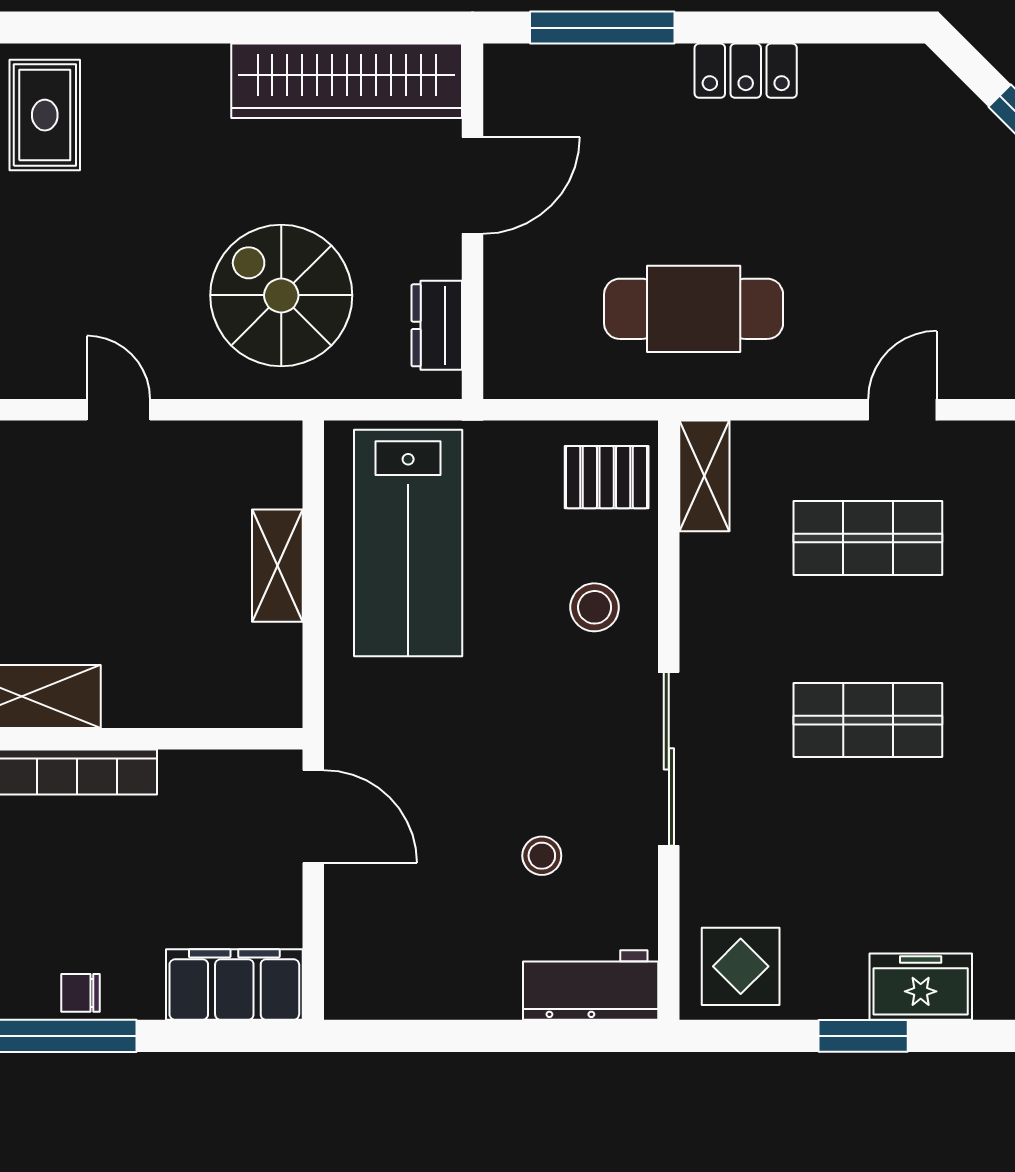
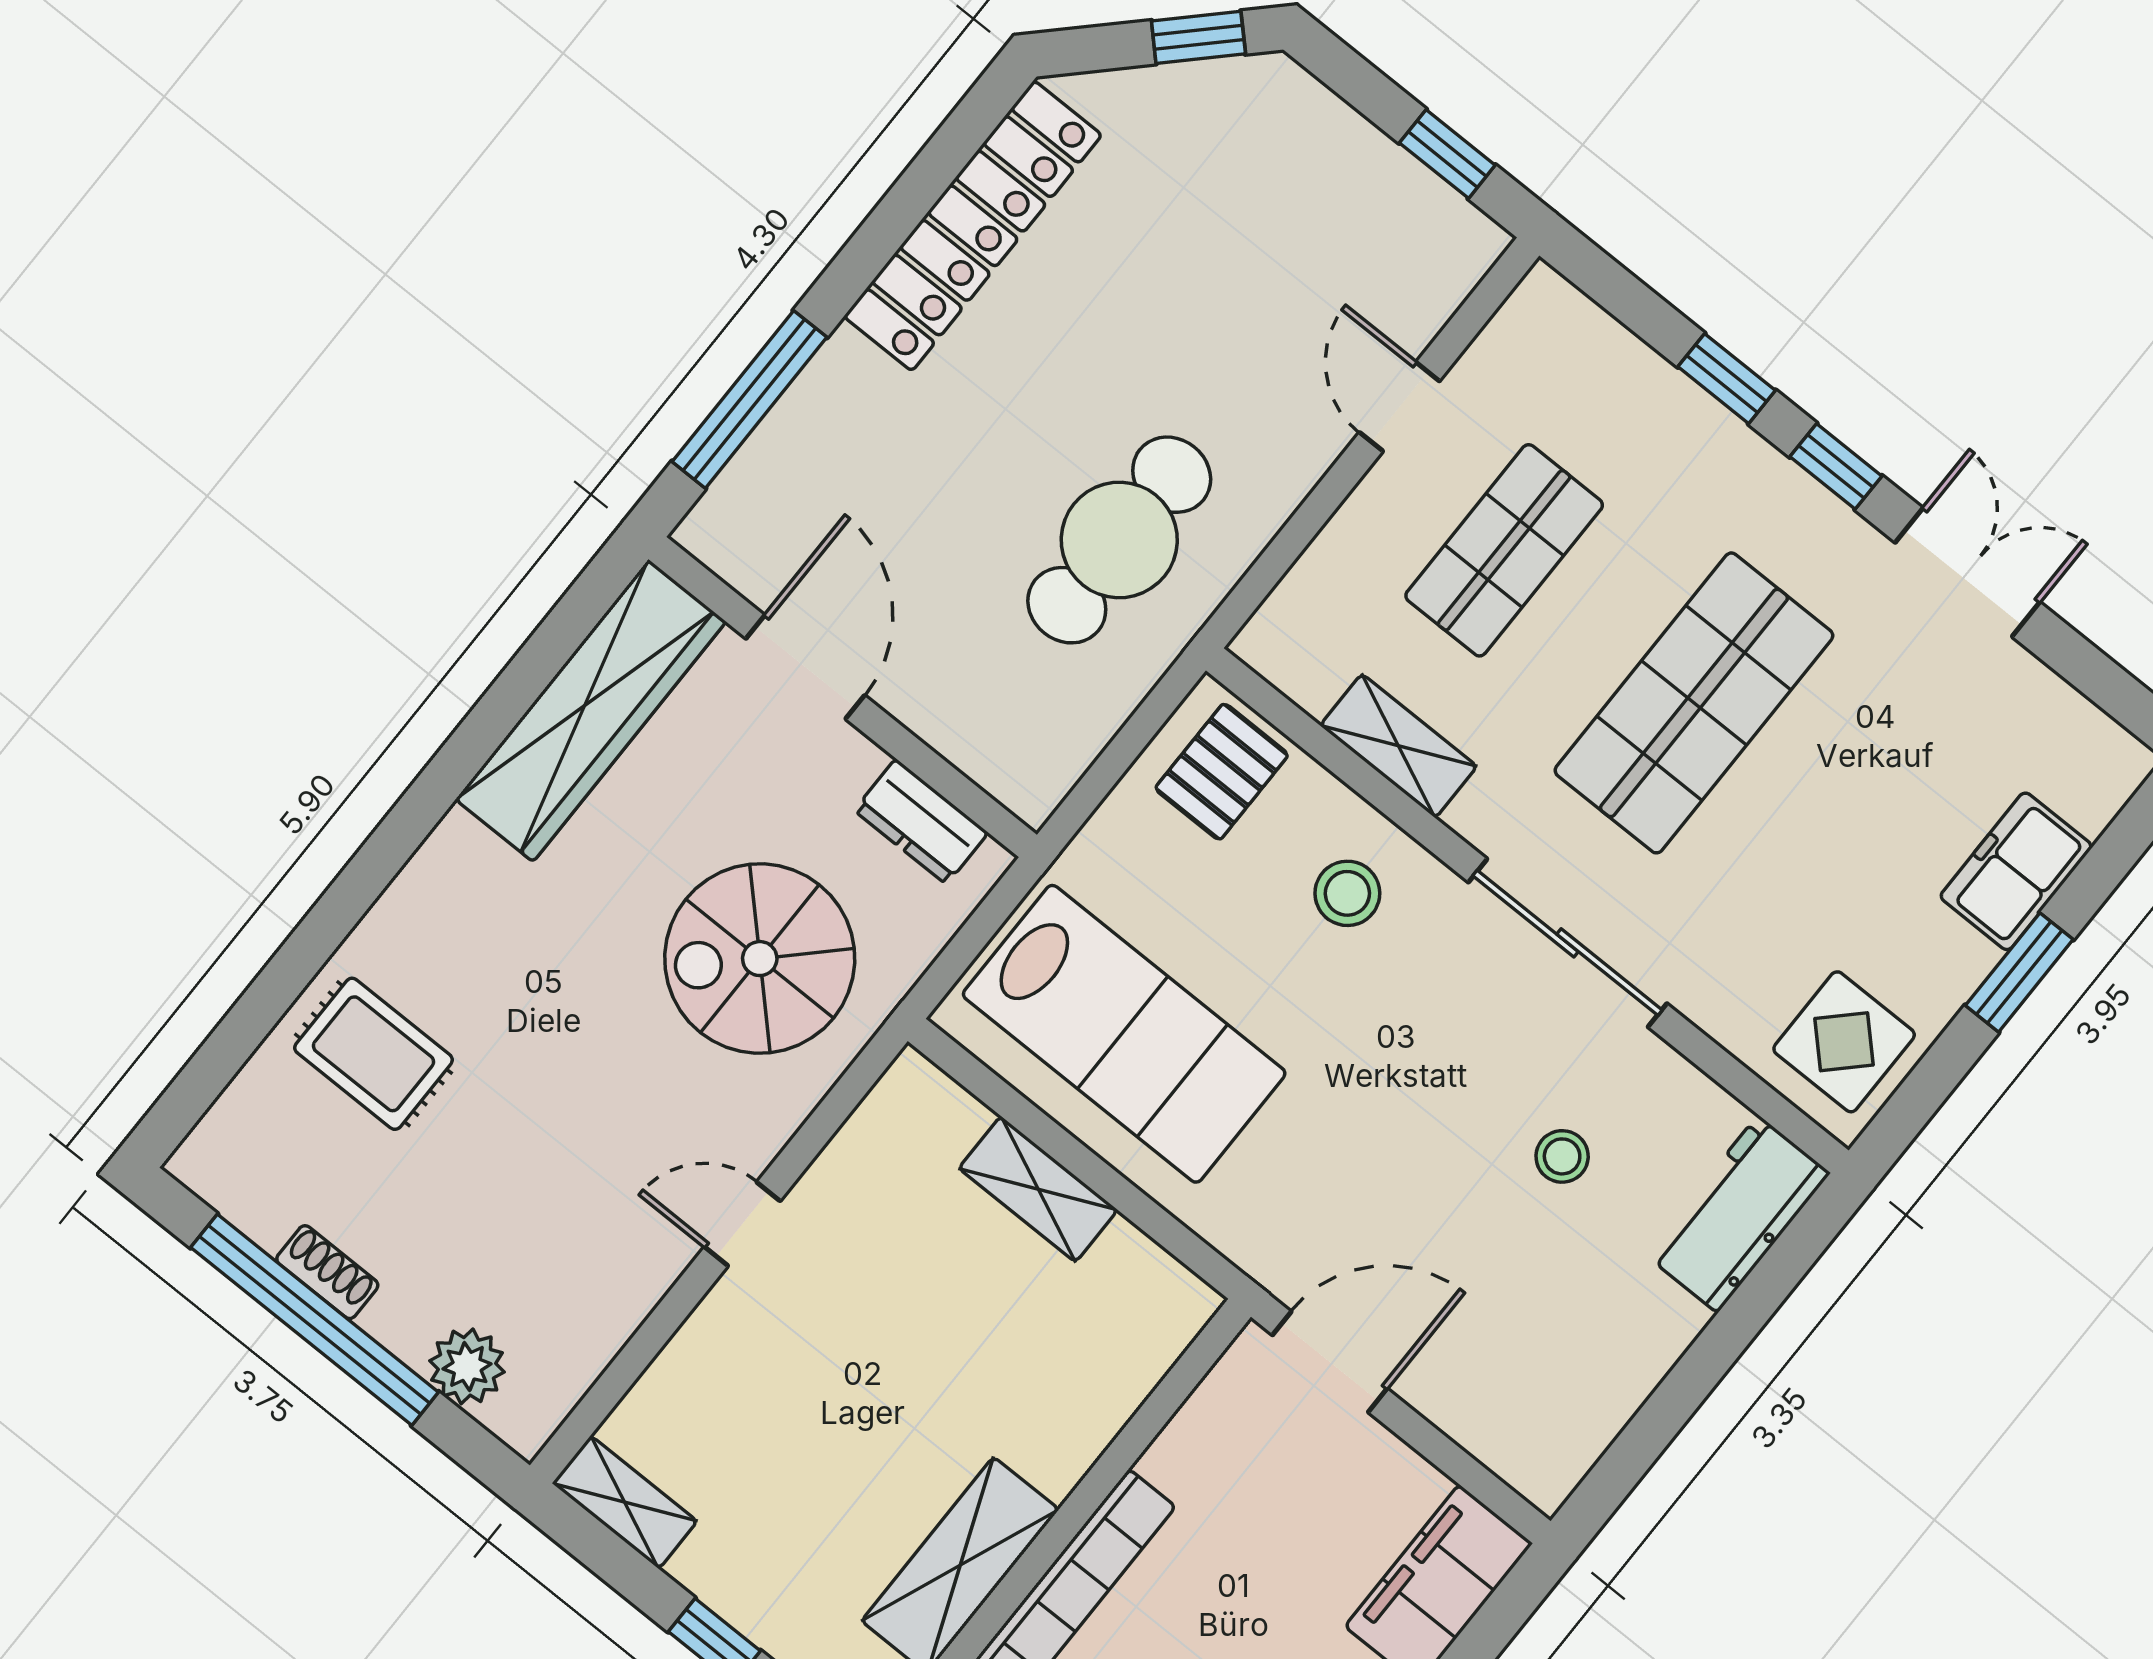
locker: (746, 71) -> (973, 226), width x2.16, depth x1.21
shelving: (704, 476) -> (1399, 746), moved
shop shelf: (868, 720) -> (1694, 703), width x1.43, depth x1.36

